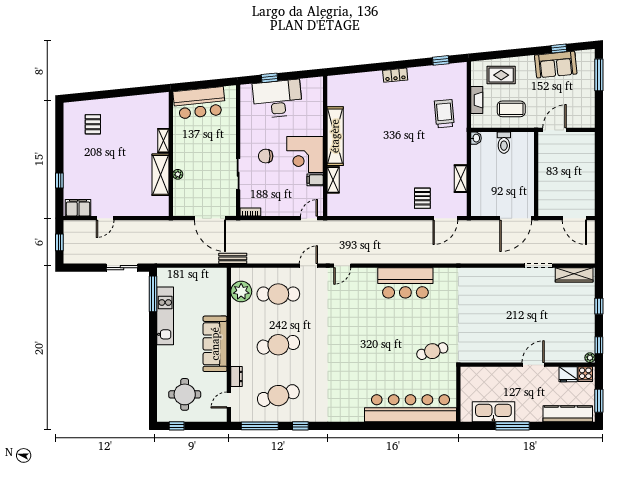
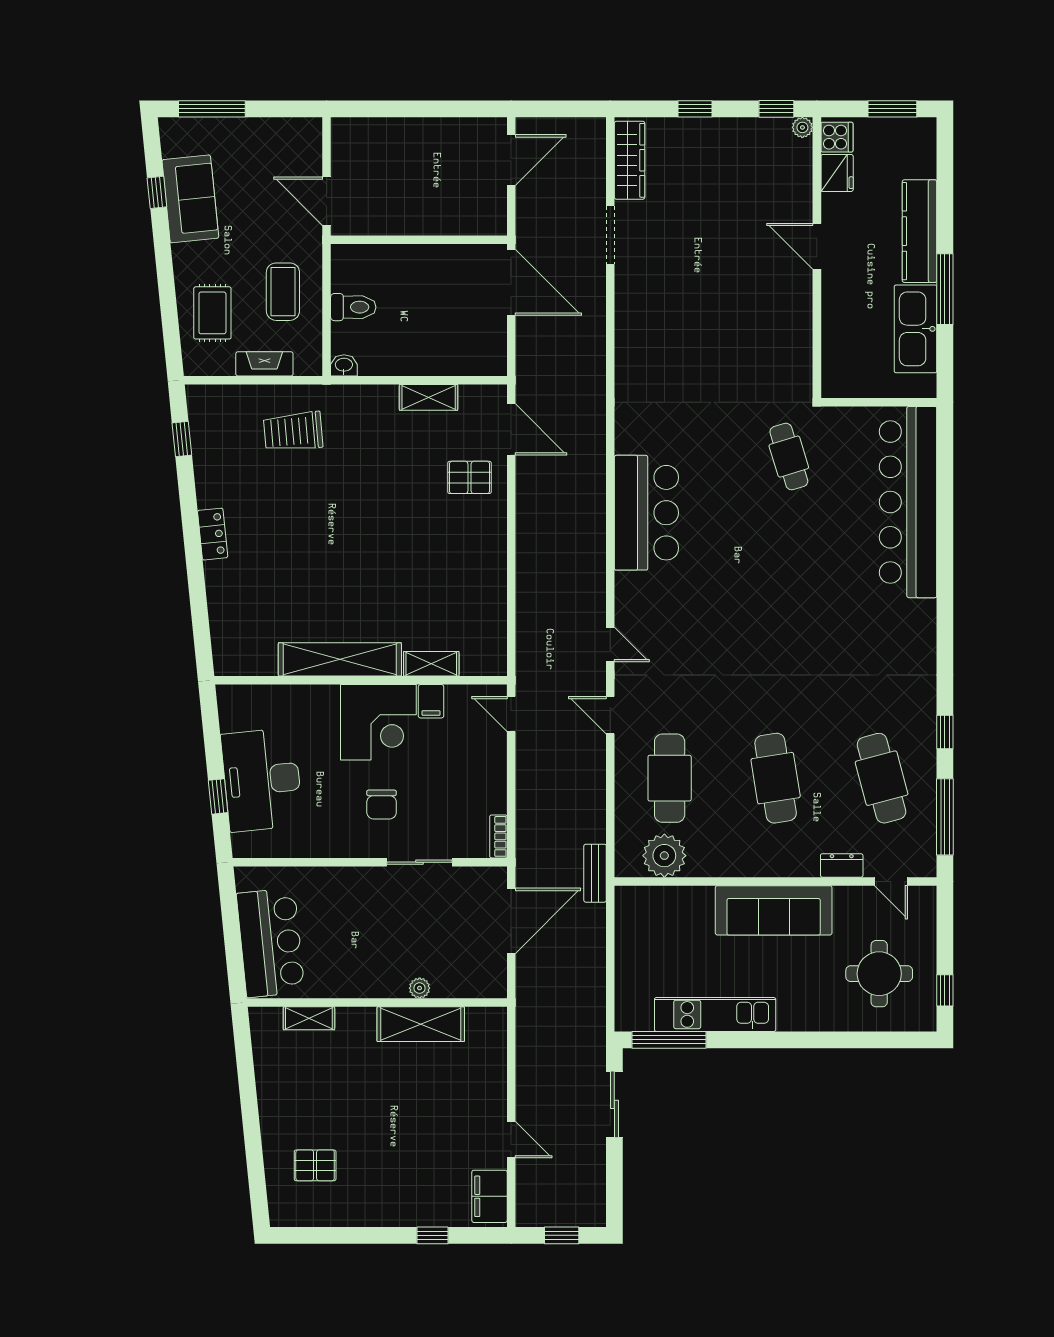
shelving: (163, 141) -> (309, 1018), moved
kitchen counter: (568, 414) -> (920, 231), moved

